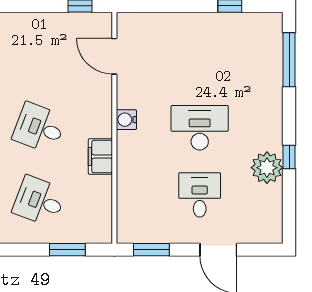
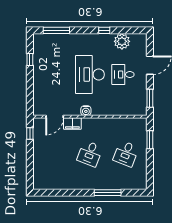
desk: (200, 128) -> (90, 74), width x1.36, depth x1.30
filing cabinet: (100, 157) -> (72, 123), moved
plant: (267, 168) -> (122, 41), moved

